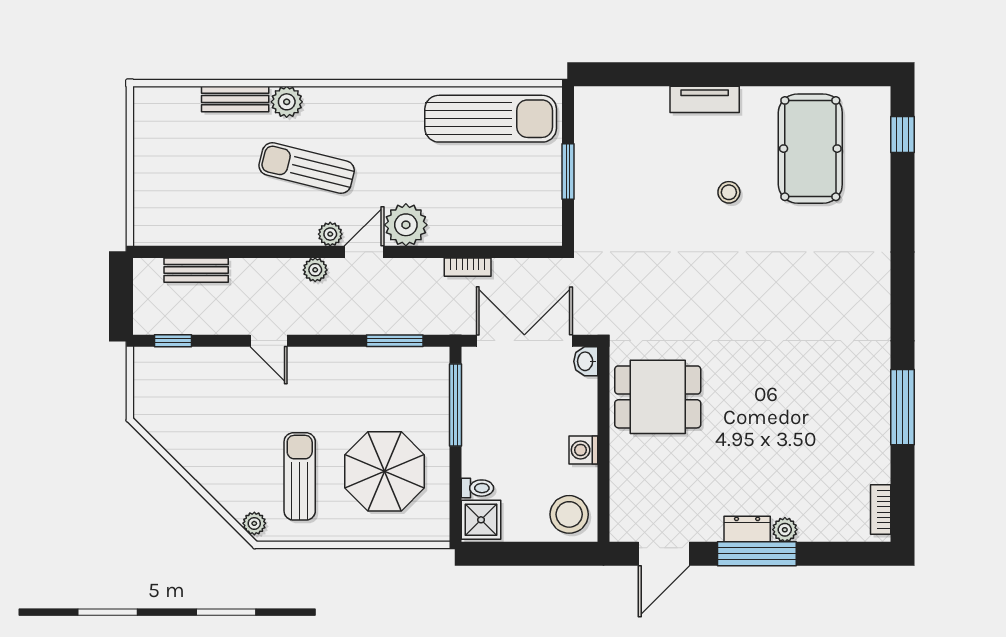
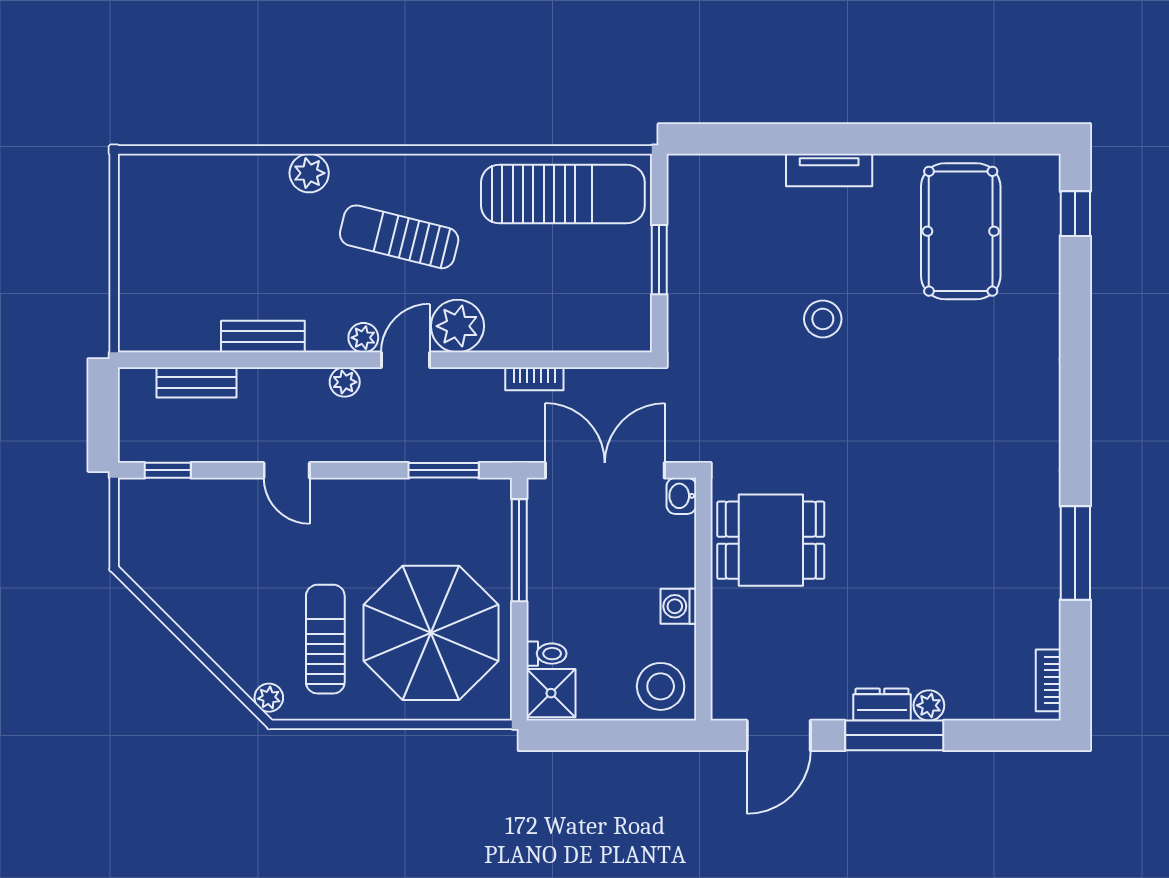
bench: (235, 99) -> (263, 336), moved
sun lounger: (307, 168) -> (399, 237), moved
stool: (729, 192) -> (823, 319), moved, width x1.37, depth x1.37
parasol: (385, 471) -> (431, 633), width x1.36, depth x1.36

